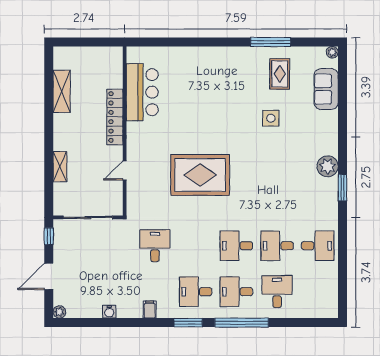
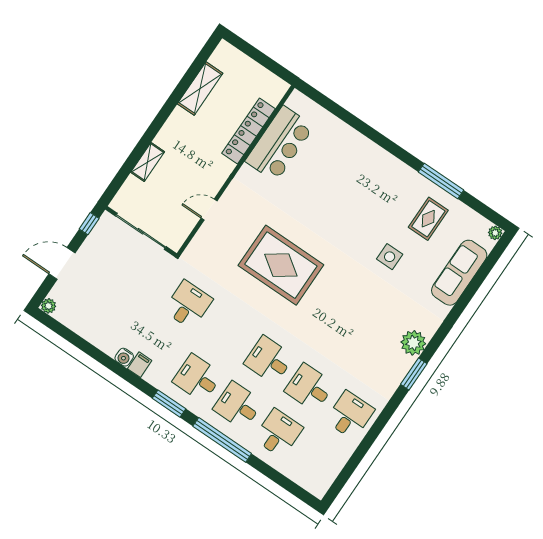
sofa: (326, 89) -> (459, 273), width x1.36
locker: (115, 117) -> (249, 131), moved
desk: (318, 246) -> (350, 415), turned -90
water cooler: (109, 312) -> (124, 357), moved

